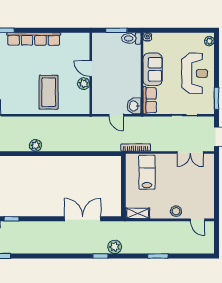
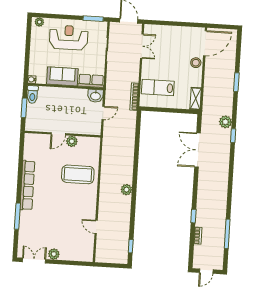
door: (197, 220) -> (205, 43), width x1.87

